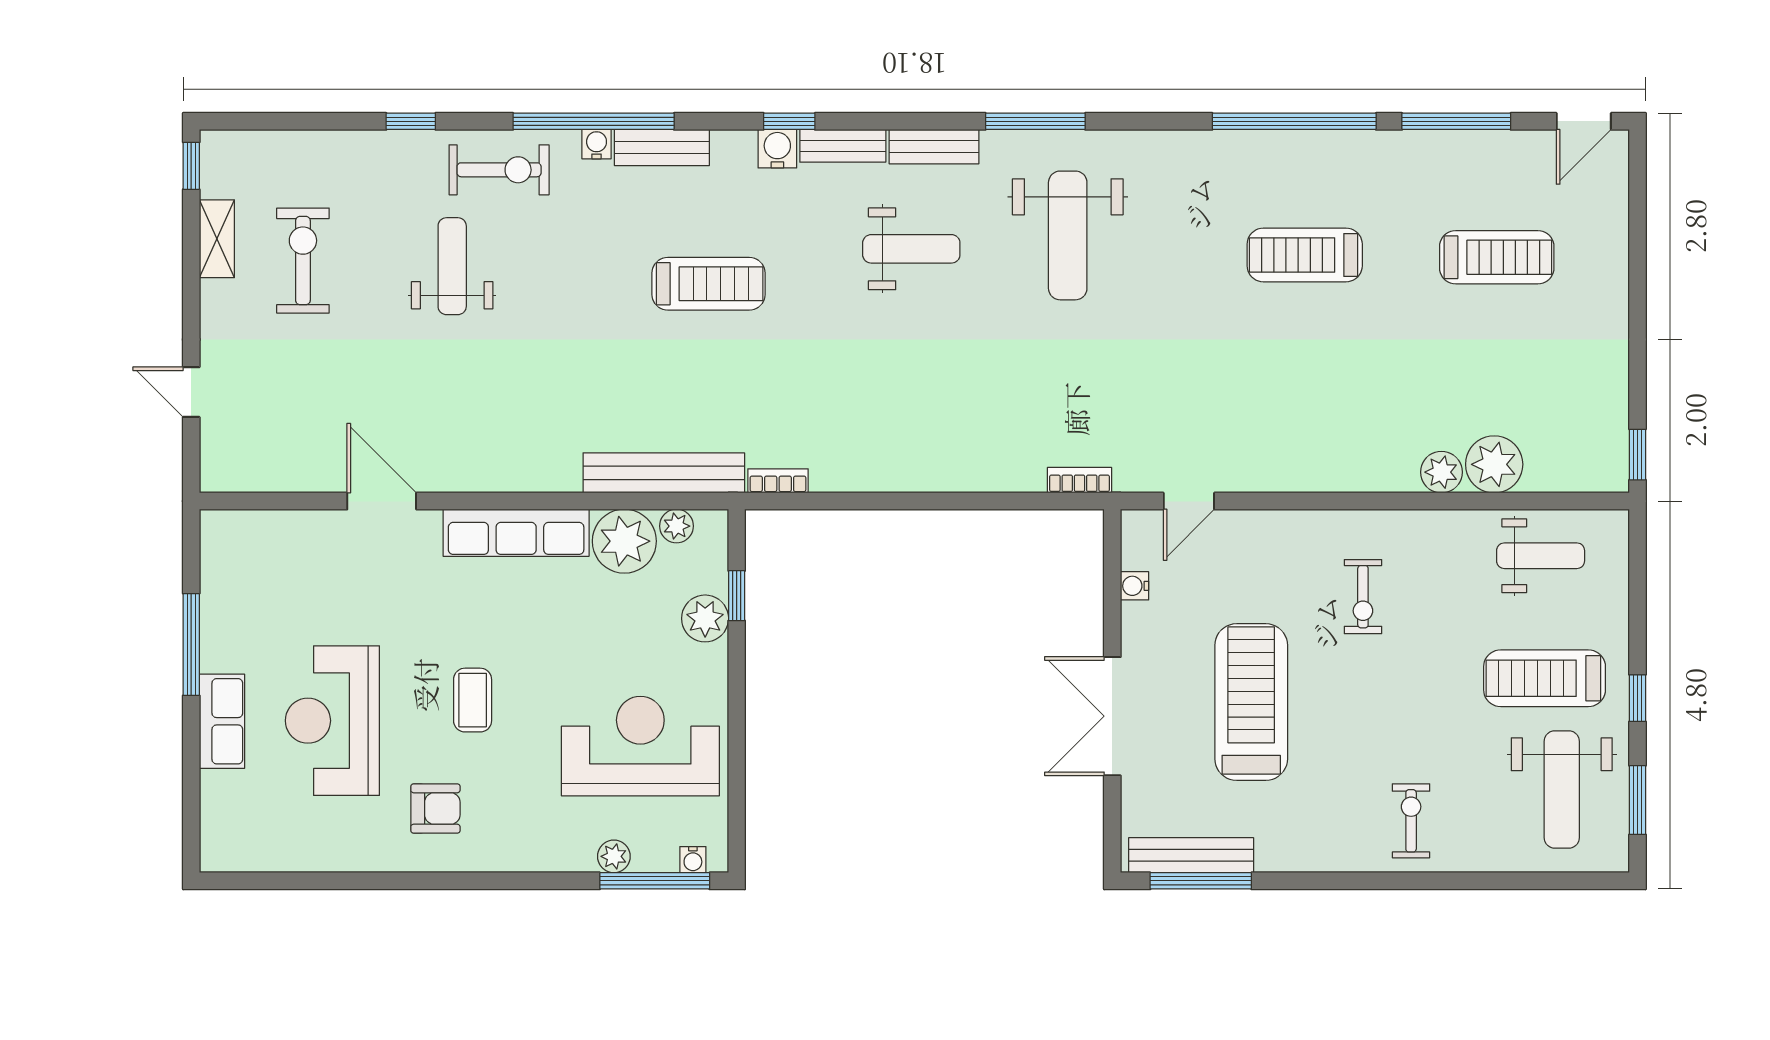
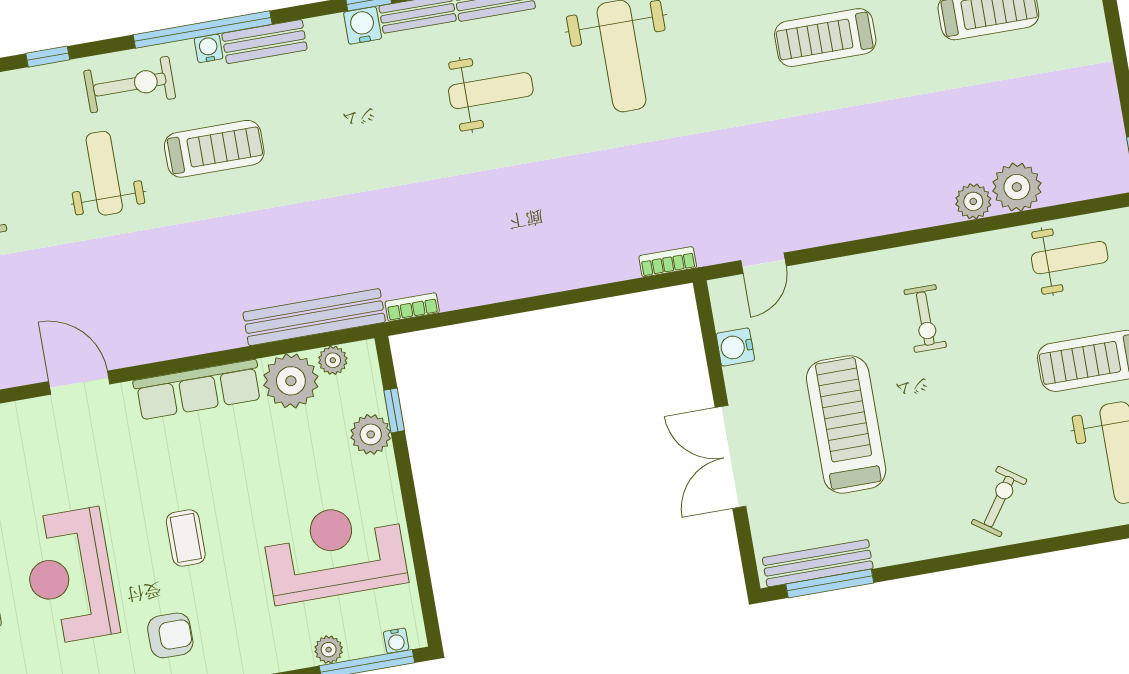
treadmill: (709, 284) -> (214, 149), moved
water cooler: (1135, 586) -> (735, 347), width x1.38, depth x1.38
exercise bike: (1411, 821) -> (999, 501), turned 35

